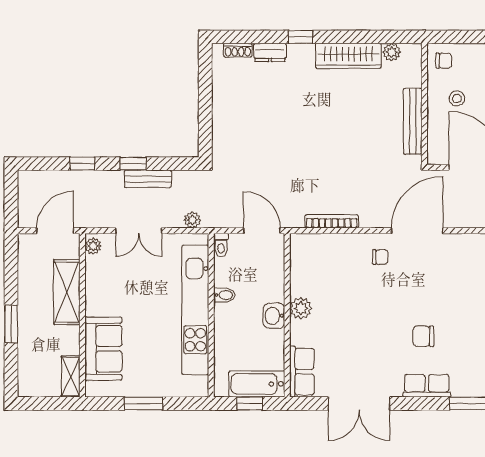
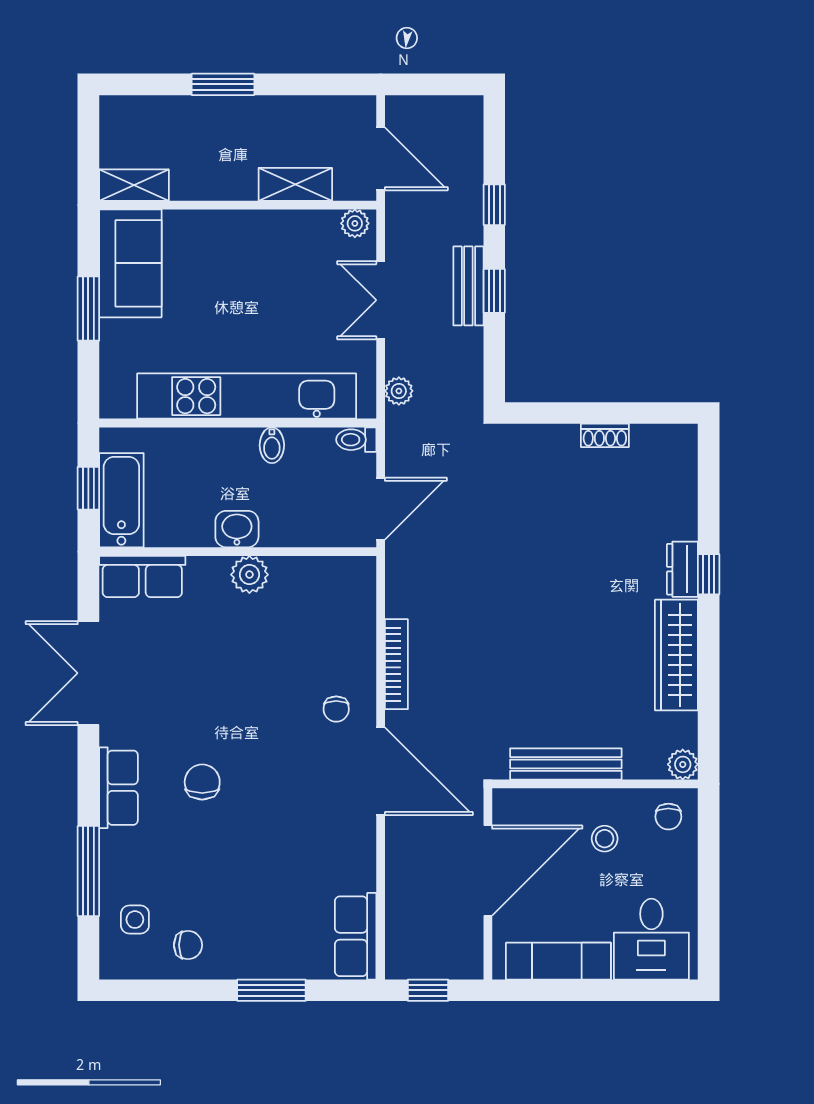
shoe rack: (238, 50) -> (605, 435), moved, turned -90
dresser: (270, 52) -> (682, 569), moved
plant: (392, 52) -> (683, 764), moved
bench: (148, 179) -> (468, 286), moved
bookcase: (332, 221) -> (396, 664), moved
shelving: (67, 292) -> (295, 184), width x0.67, depth x0.75
sofa: (103, 349) -> (130, 263), moved, turned -90

